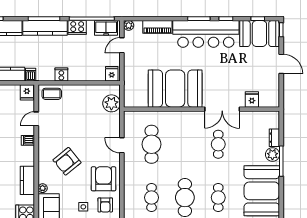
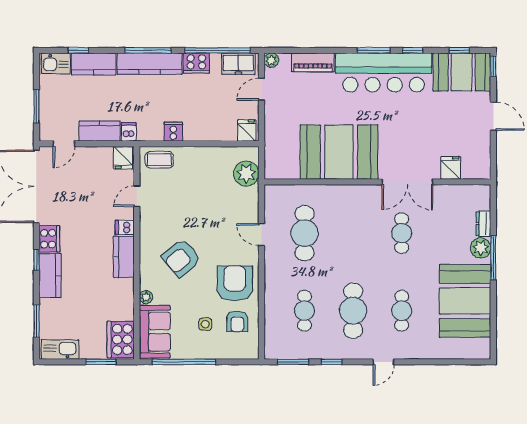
kitchen counter: (27, 180) -> (124, 257), moved

